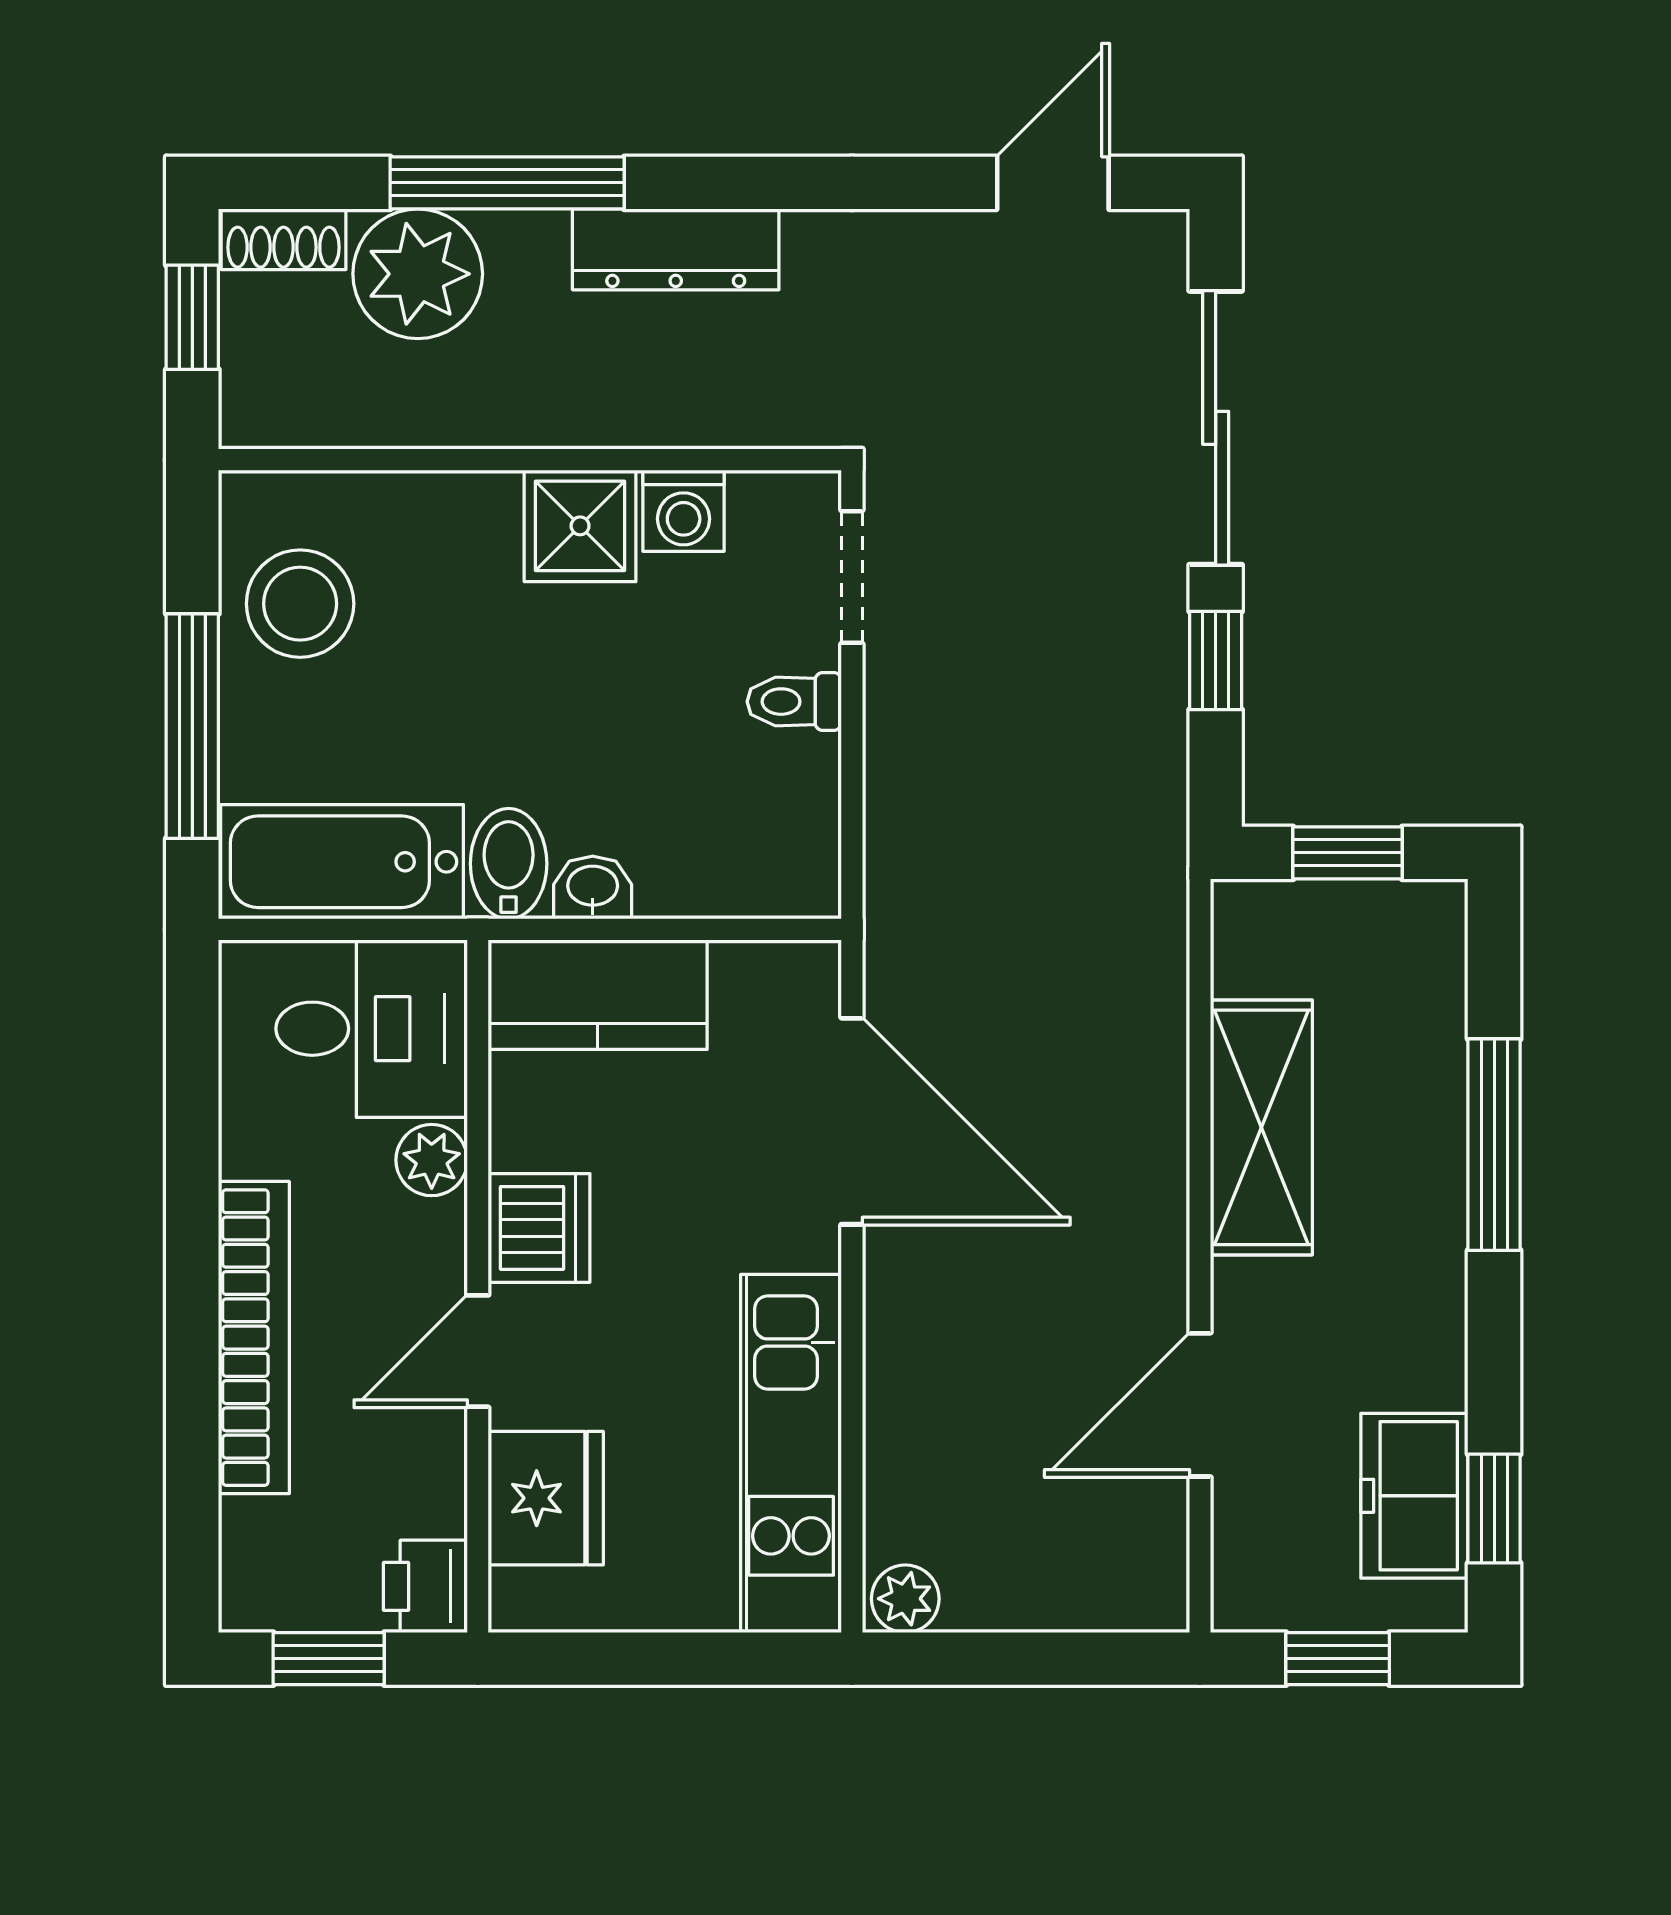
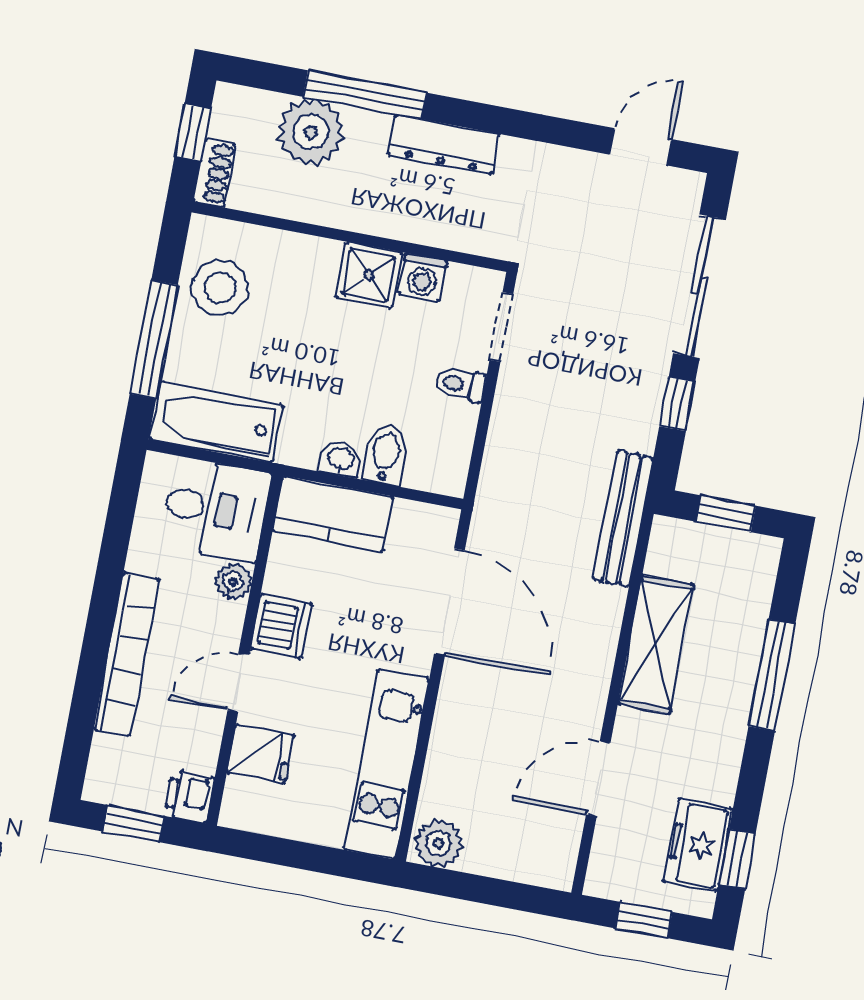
shoe rack: (283, 239) -> (215, 173), moved, turned -90
bidet: (509, 864) -> (385, 455), moved
bench: (1154, 899) -> (623, 519), added
fridge: (546, 1498) -> (260, 754), width x0.72
plant: (905, 1599) -> (438, 843), width x1.38, depth x1.38

